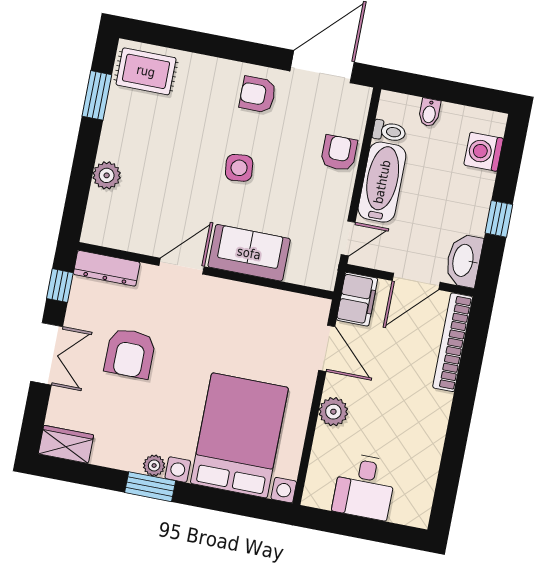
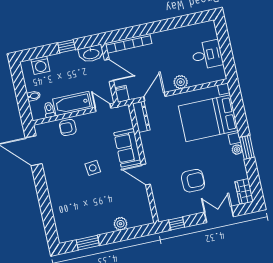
rug: (146, 71) -> (68, 226), removed
armchair: (258, 94) -> (58, 173), removed
dresser: (107, 268) -> (141, 117), moved
filing cabinet: (357, 299) -> (122, 94), width x0.50
double door: (47, 354) -> (219, 214), moved

